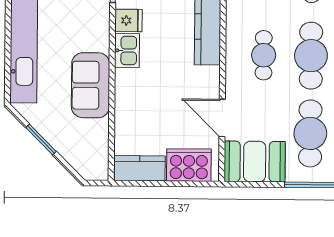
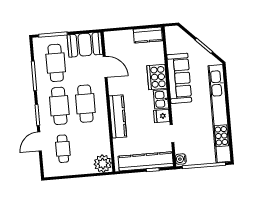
cafe table: (264, 55) -> (85, 104), width x1.37, depth x1.35
sofa: (90, 85) -> (179, 78), width x1.36
cooker: (189, 165) -> (157, 77), moved, turned 90

